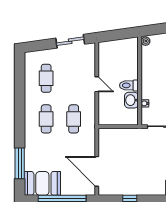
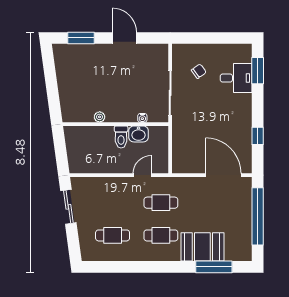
plant: (146, 41) -> (100, 117), moved
door: (97, 84) -> (142, 175), moved
door: (97, 171) -> (223, 175), swing flipped
booth: (42, 183) -> (202, 247), moved, turned 90

